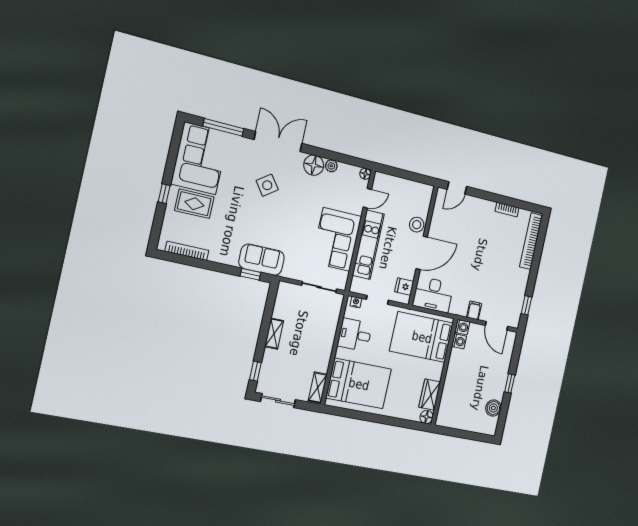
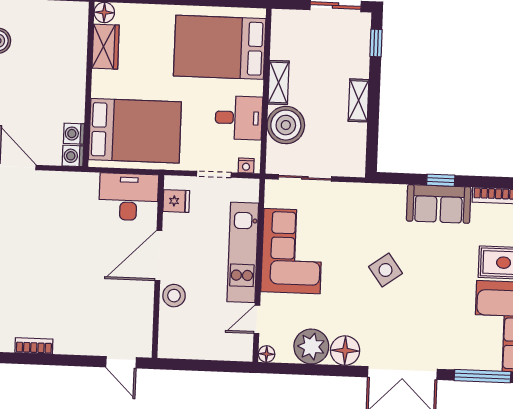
plant: (331, 166) -> (311, 347), width x1.88, depth x1.88
side table: (267, 185) -> (386, 270), moved
door: (457, 188) -> (121, 362), swing flipped
sofa: (262, 260) -> (439, 204), moved
window: (250, 274) -> (441, 180), moved
filing cabinet: (474, 310) -> (58, 184), removed
boiler: (325, 325) -> (286, 125), added
shelving: (318, 388) -> (279, 82), moved

